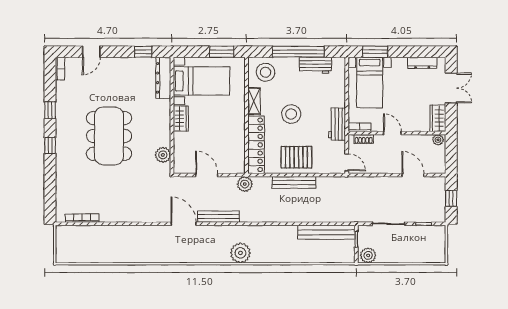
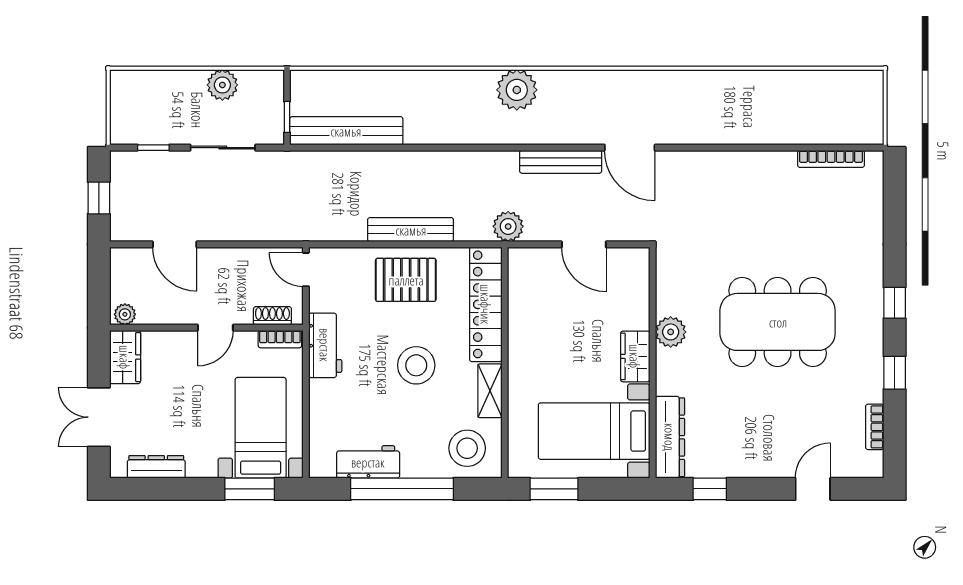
bookcase: (60, 69) -> (875, 427), moved
door: (392, 133) -> (215, 328), hinge flipped
dining table: (109, 136) -> (778, 322), turned 90
plant: (163, 155) -> (671, 332), moved
plant: (368, 255) -> (222, 85), moved

